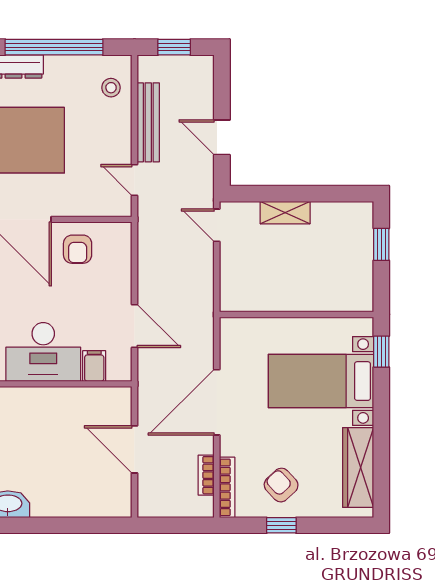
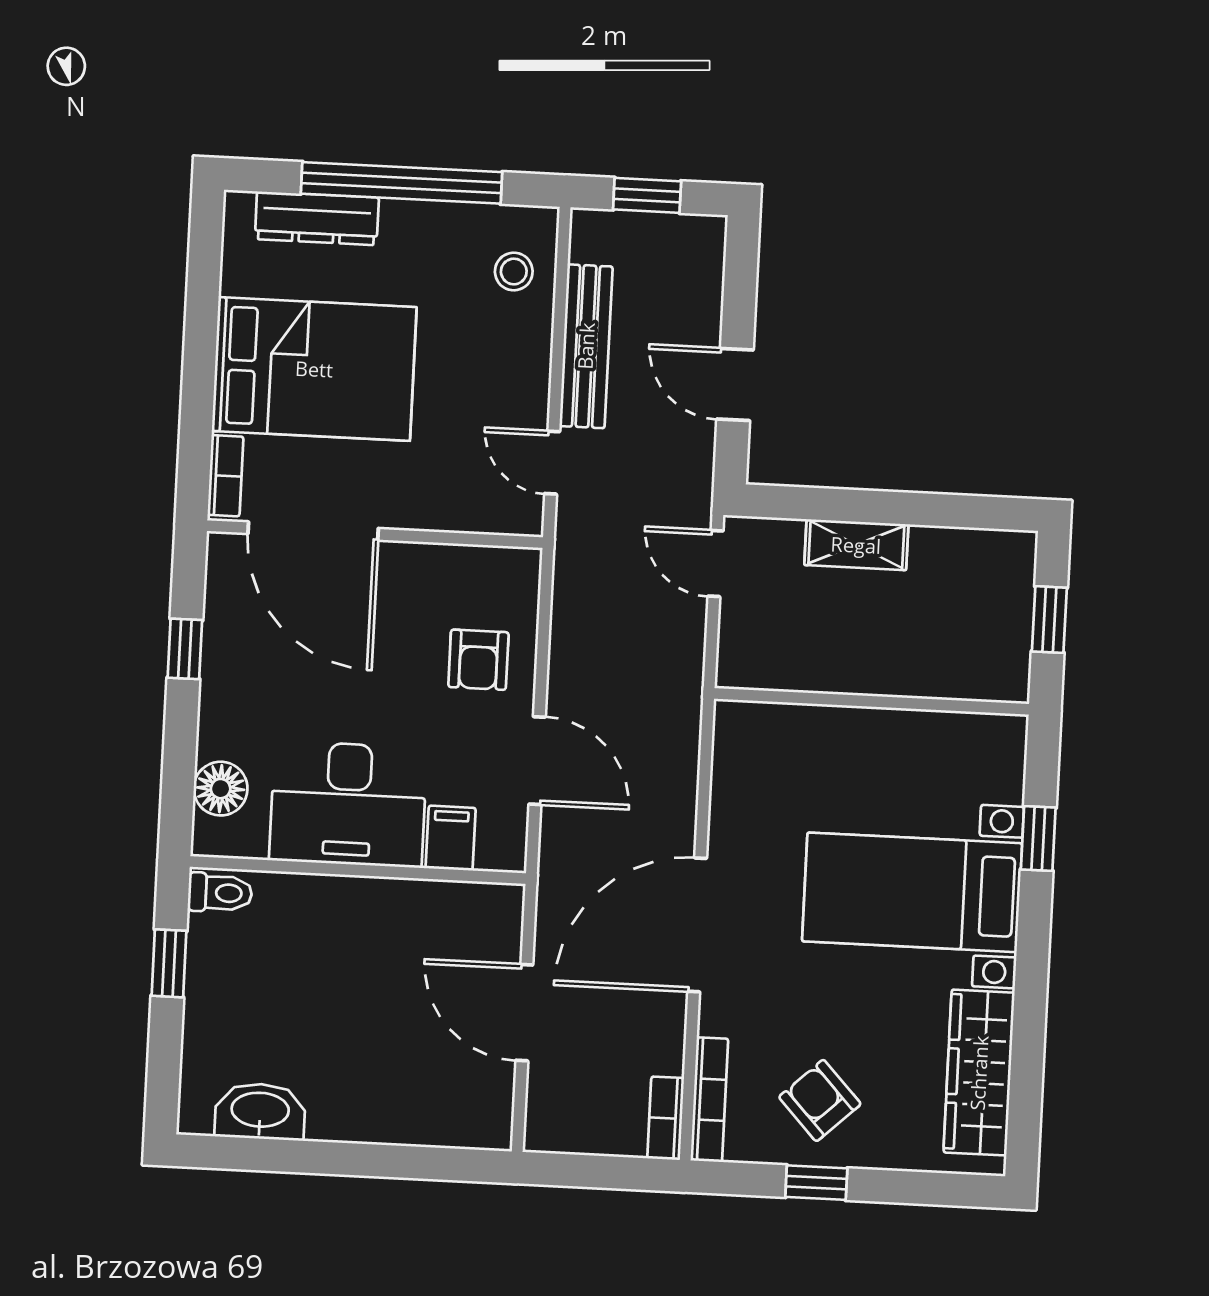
armchair: (78, 249) -> (478, 660), moved
wall: (296, 314) -> (872, 701), moved
bookcase: (206, 475) -> (666, 1118), moved

